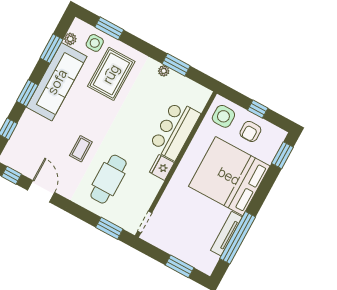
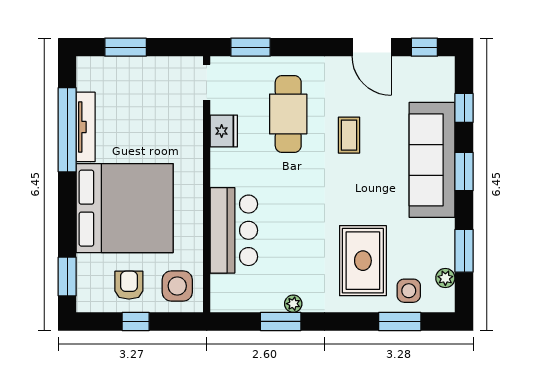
sofa: (57, 82) -> (432, 160), moved
fridge: (162, 167) -> (224, 131), moved

